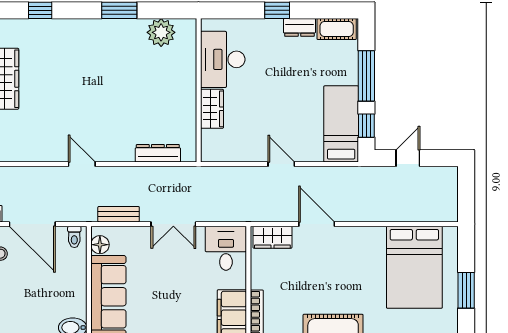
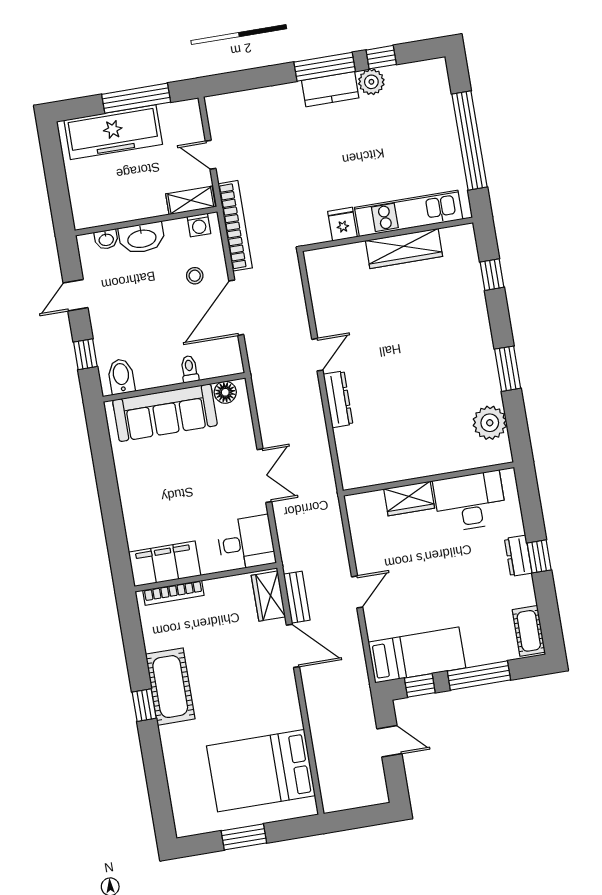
dresser: (299, 27) -> (518, 556), moved
dresser: (158, 153) -> (338, 399), moved
bench: (119, 214) -> (297, 597), moved
double door: (173, 224) -> (264, 476), swing flipped
door: (317, 224) -> (293, 646), hinge flipped
toilet: (74, 237) -> (189, 369), moved, turned 90

